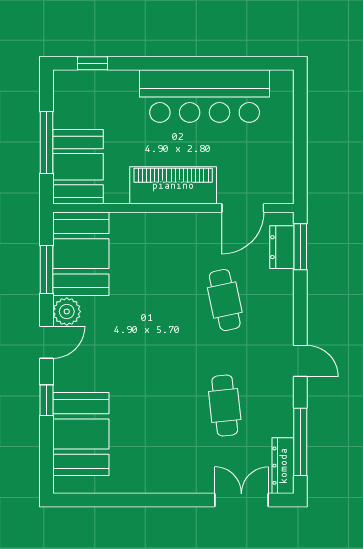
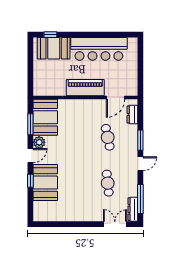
window: (46, 142) -> (30, 69), removed
booth: (78, 167) -> (54, 48), moved, turned 90
window: (300, 247) -> (140, 140), moved
door: (300, 361) -> (140, 164), hinge flipped
booth: (81, 434) -> (45, 183), moved

